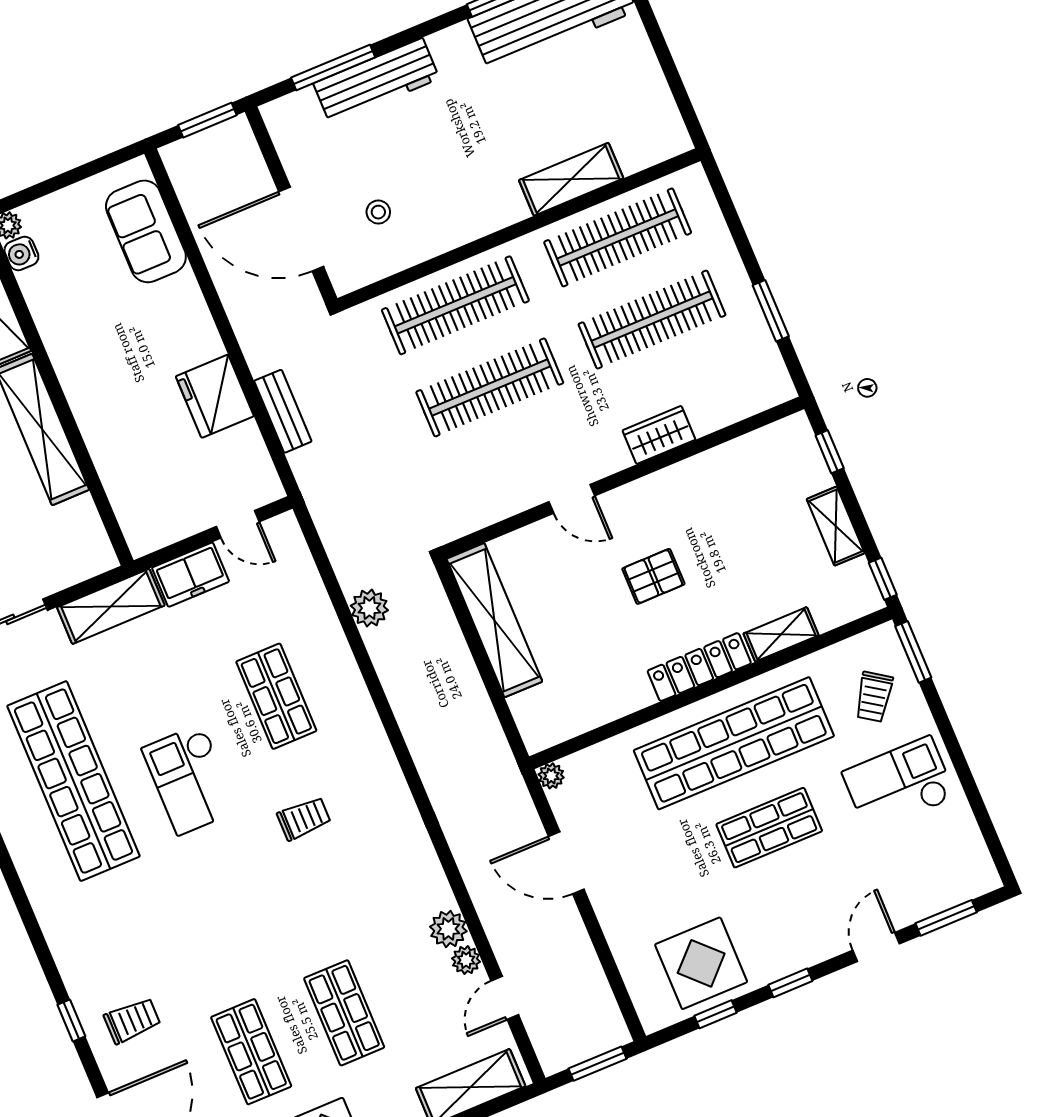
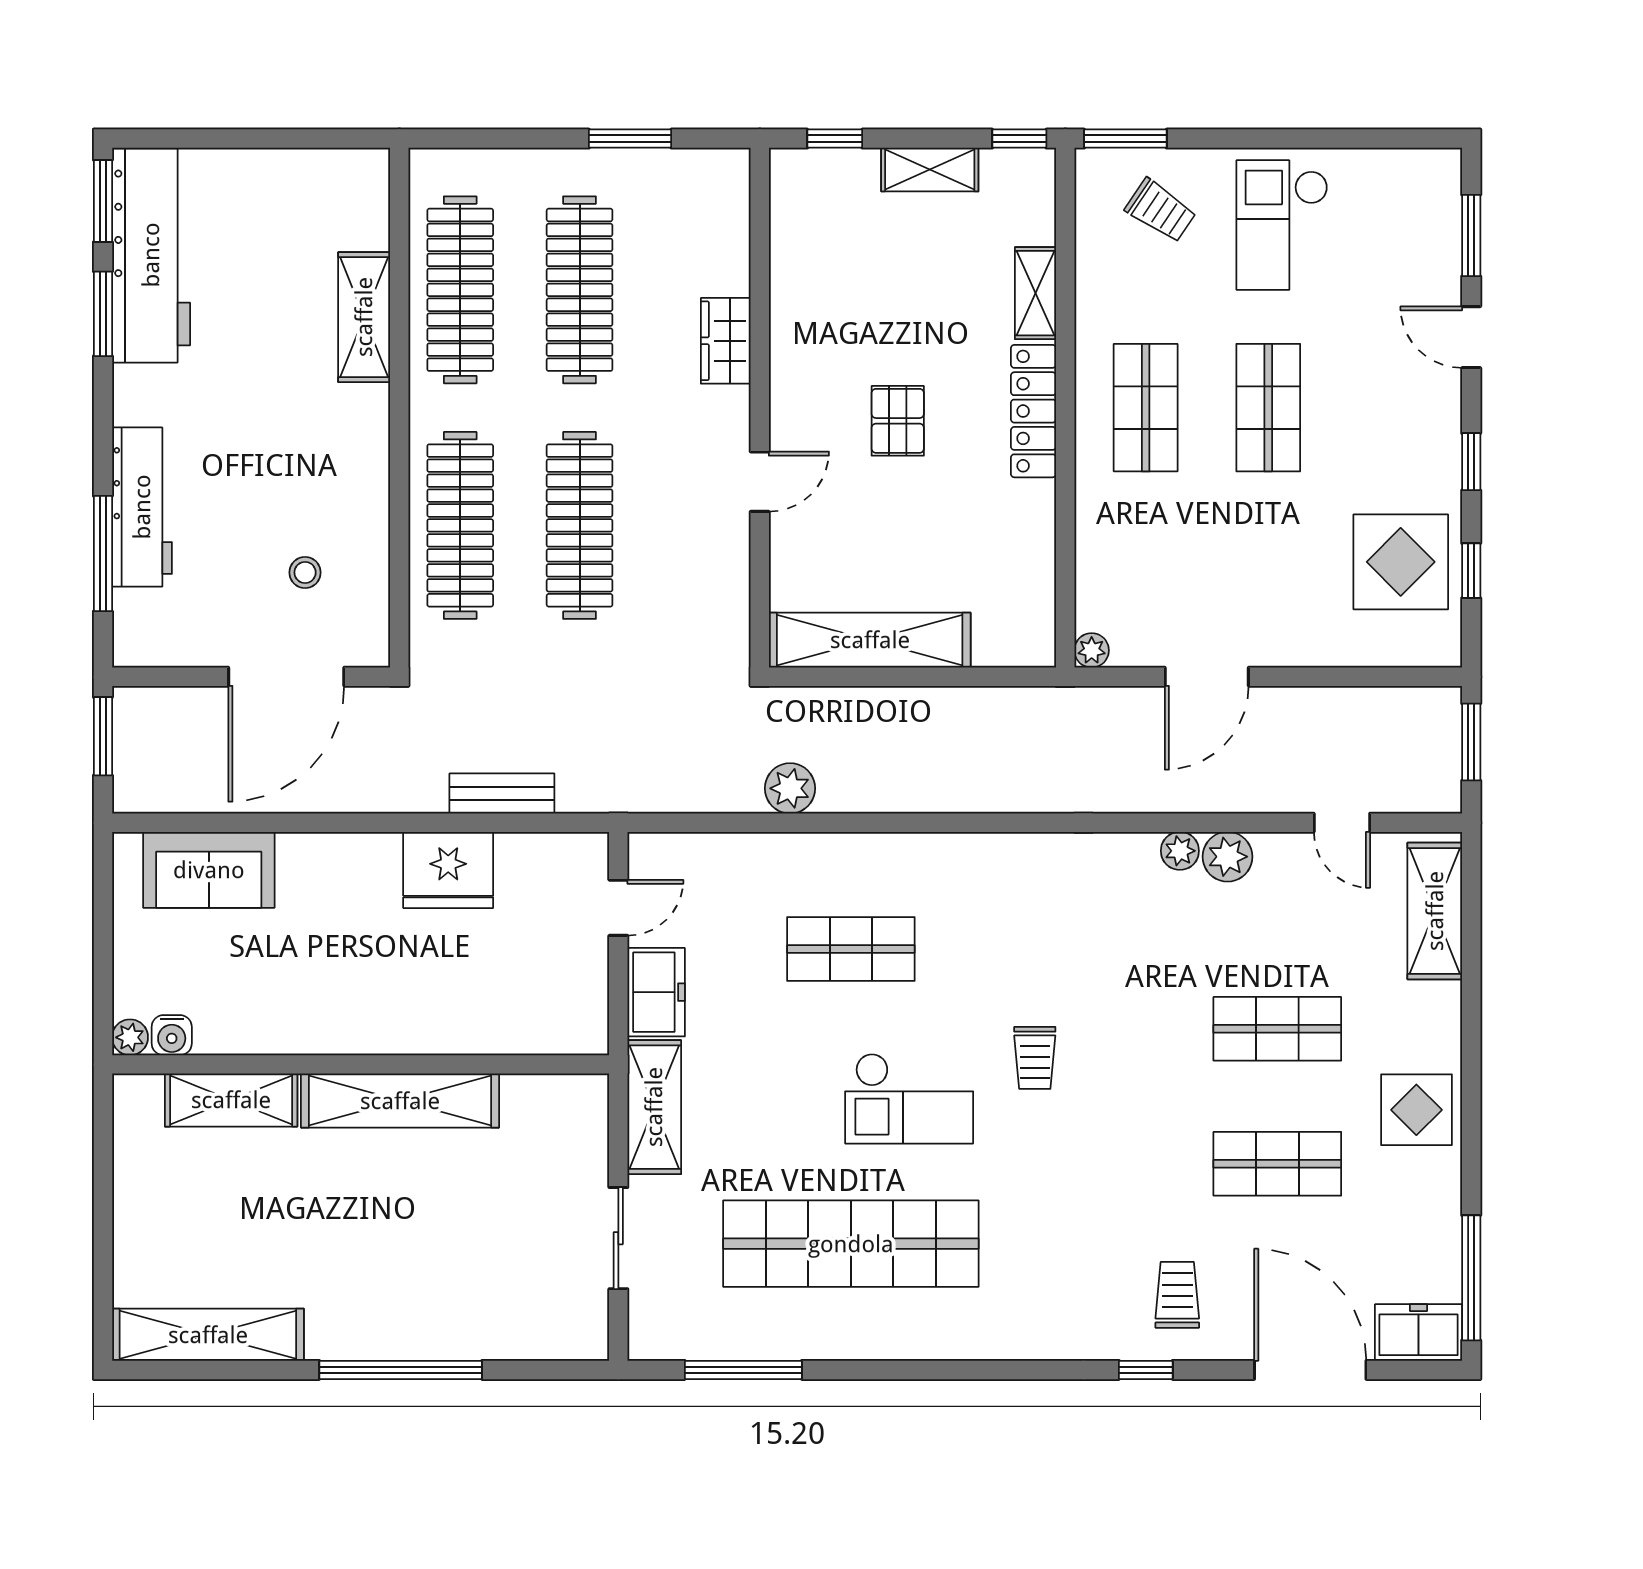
shop shelf: (734, 743) -> (1146, 408), width x0.50, depth x0.74
trolley: (304, 818) -> (1035, 1058), moved, turned 180
plant: (466, 960) -> (1180, 851), moved

